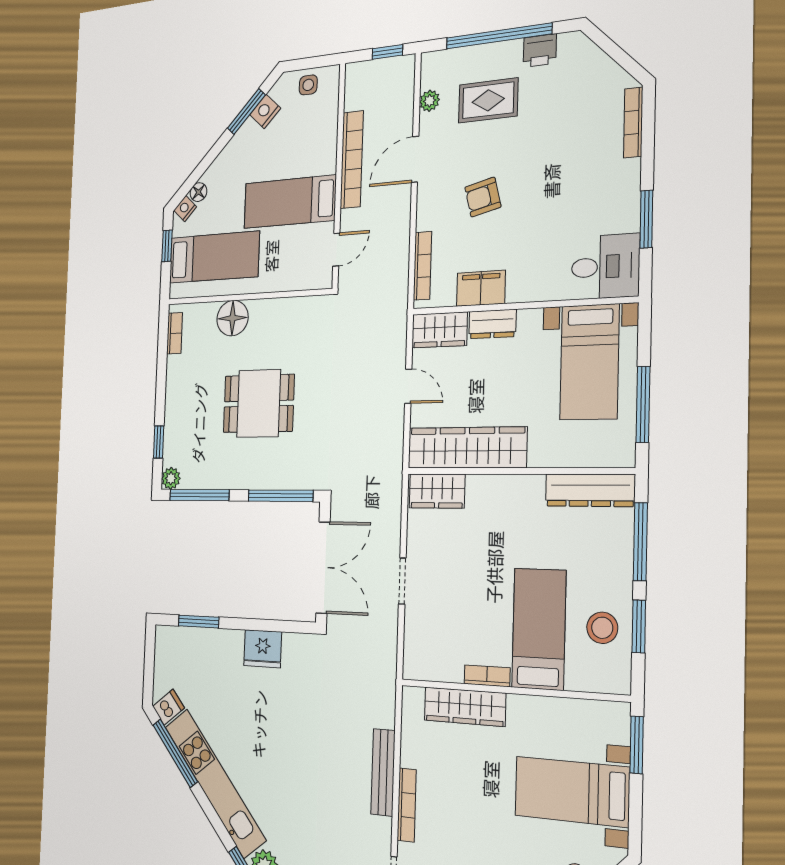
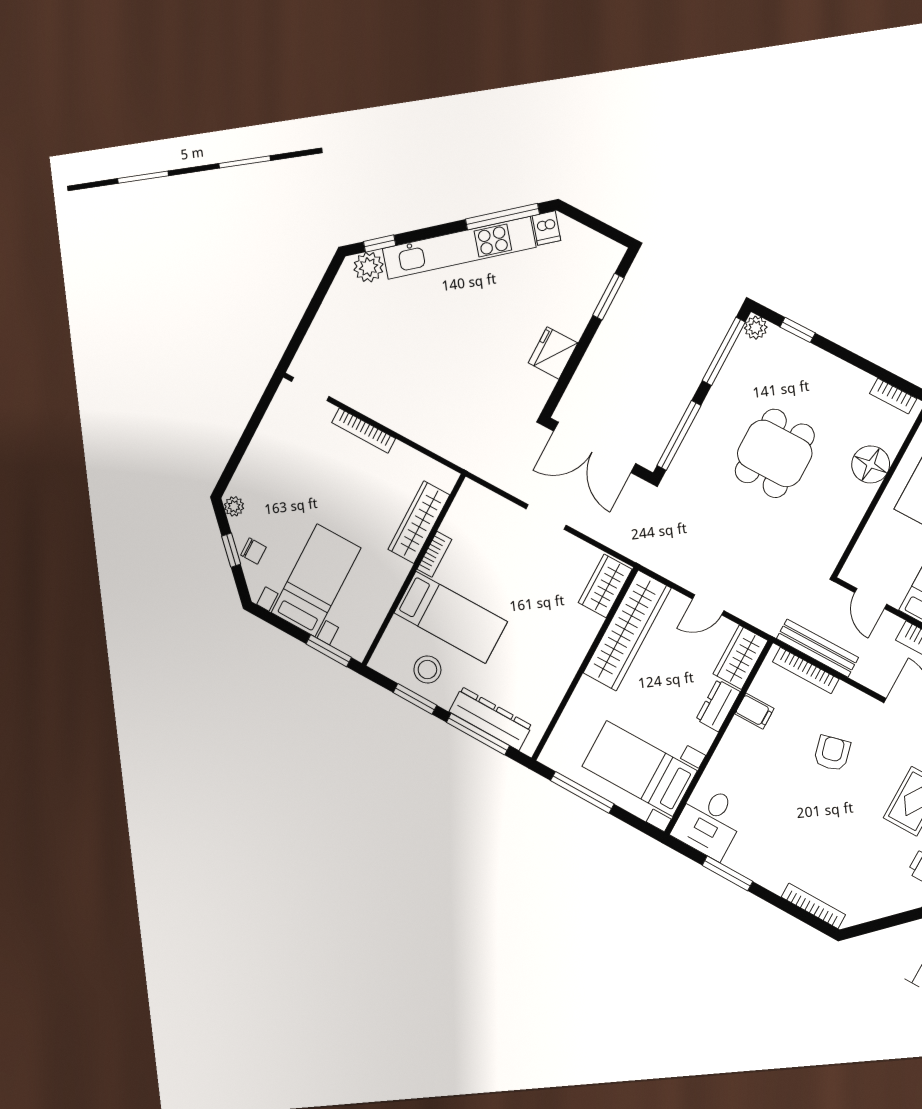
filing cabinet: (481, 288) -> (754, 711), width x0.50
dresser: (590, 490) -> (490, 719), moved, turned 90
bench: (383, 772) -> (817, 648), moved

